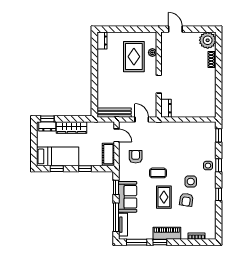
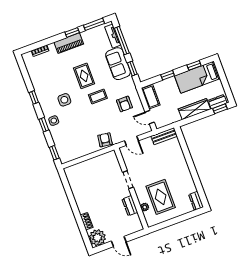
door: (175, 29) -> (119, 241), moved
dresser: (166, 108) -> (130, 206), moved
bench: (114, 113) -> (164, 136), width x0.73
armchair: (186, 200) -> (105, 140), moved

